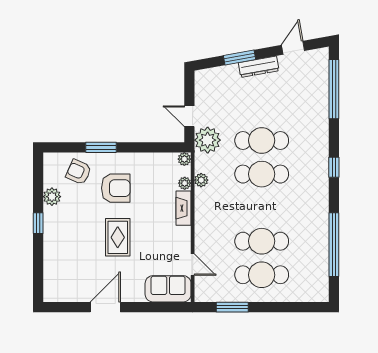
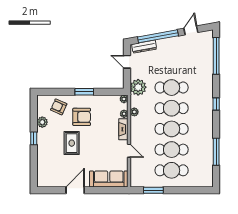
window: (240, 57) -> (158, 36), width x2.11
dresser: (259, 67) -> (144, 47), moved
door: (189, 116) -> (127, 62), moved
window: (101, 147) -> (84, 92), moved
cafe table: (262, 208) -> (172, 129), added
rug: (118, 237) -> (72, 143), moved
window: (334, 245) -> (216, 152), width x0.68
door: (193, 265) -> (129, 151), moved
sofa: (168, 289) -> (109, 179), width x1.36

